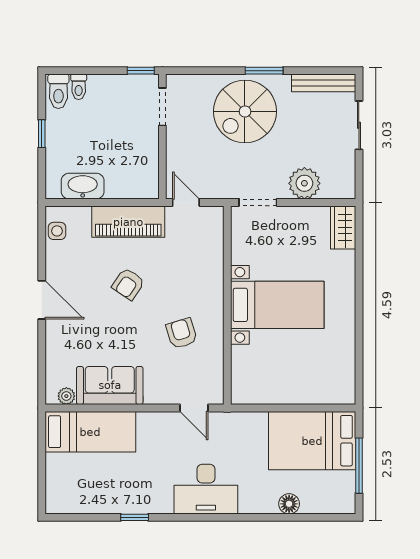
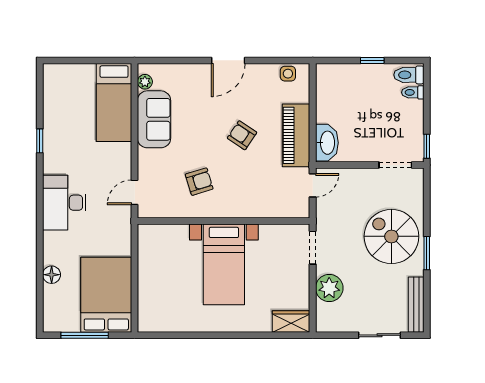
washbasin: (83, 186) -> (327, 143), moved

